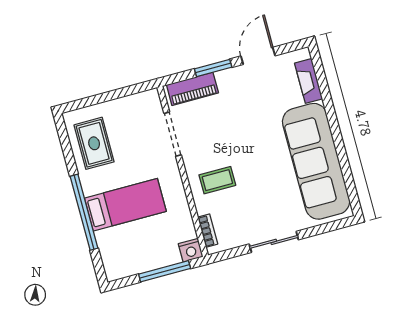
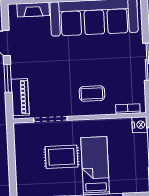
rug: (94, 143) -> (62, 157), moved
coffee table: (217, 180) -> (92, 94), turned 90

